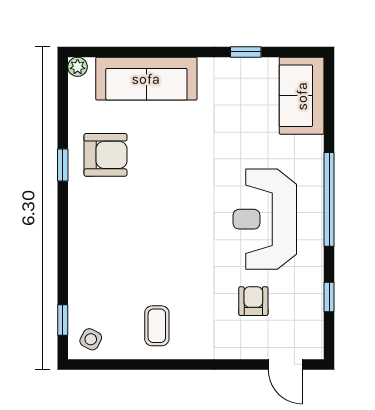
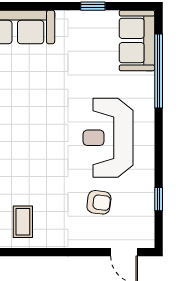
window: (329, 199) -> (159, 71), moved
armchair: (253, 301) -> (99, 202), turned 97

